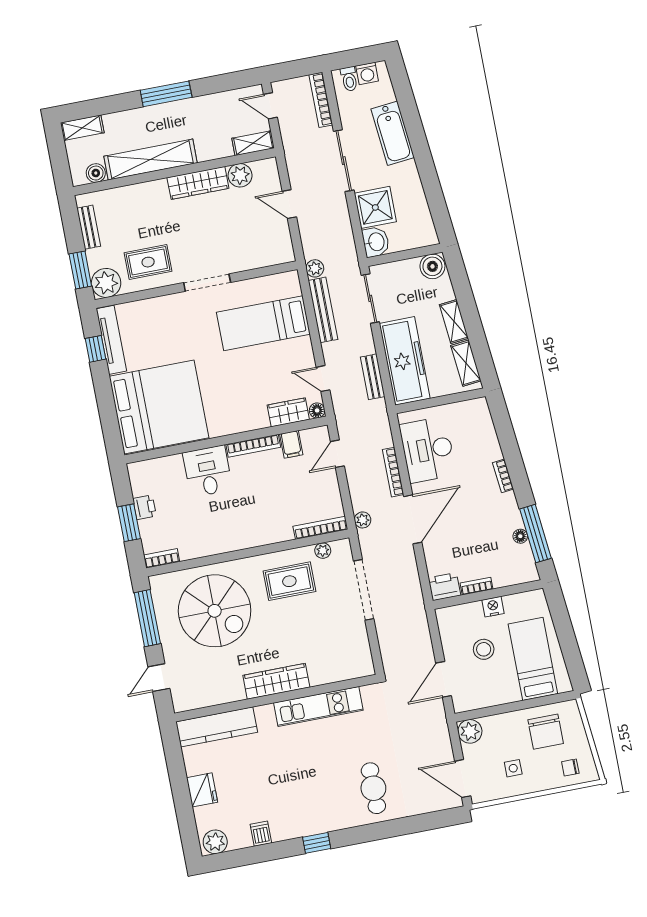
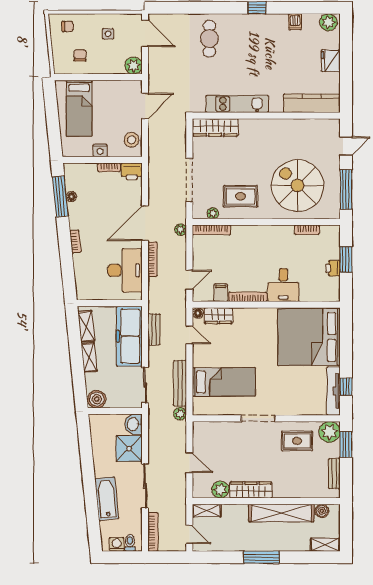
bookcase: (162, 558) -> (307, 230), moved
stool: (484, 649) -> (132, 140), moved
wardrobe: (276, 681) -> (215, 127), moved
chair: (546, 732) -> (80, 55), width x0.54, depth x0.54

